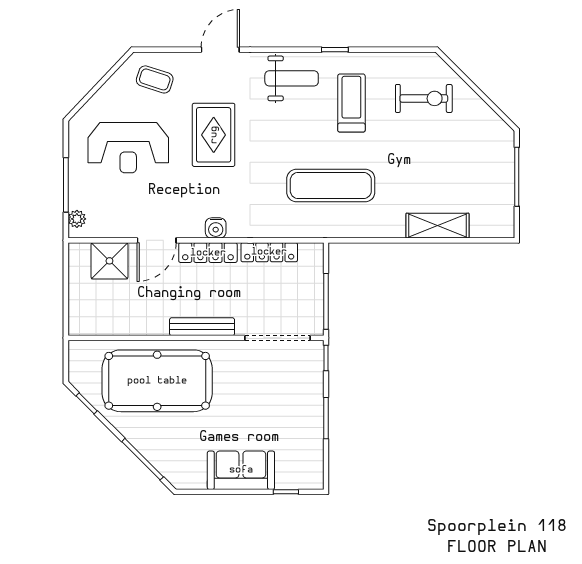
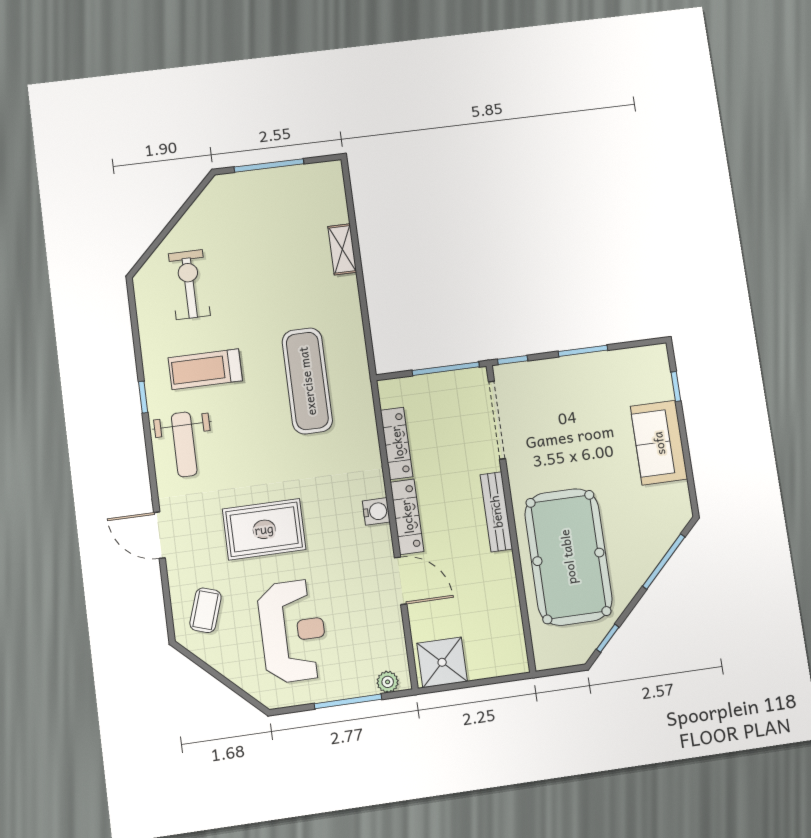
weight bench: (292, 78) -> (184, 444), turned 180
shelving: (438, 226) -> (342, 249), width x0.67, depth x0.75
shower: (109, 261) -> (442, 662), moved

